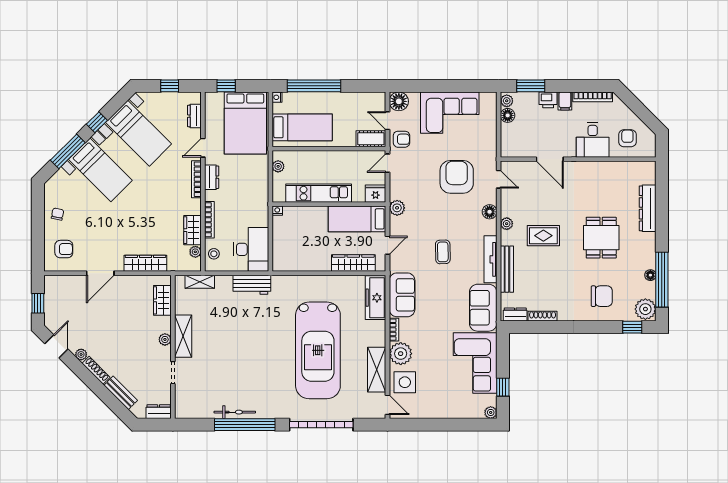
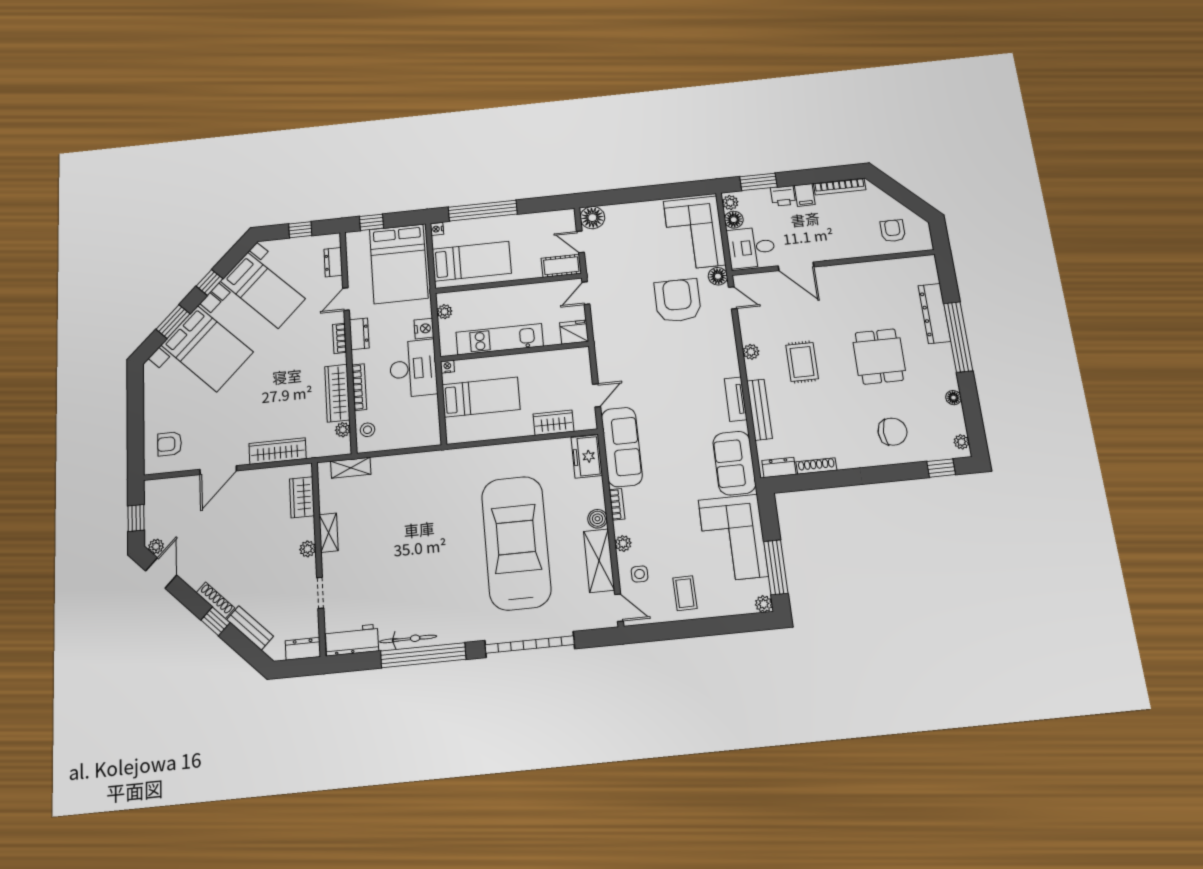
corner sofa: (450, 113) -> (694, 233), moved, turned 90
armchair: (401, 139) -> (601, 262), removed
desk: (593, 140) -> (751, 248), moved, turned 90
window: (68, 151) -> (173, 322), width x0.69
bed with nightstands: (100, 170) -> (207, 349), width x1.36
nightstand: (261, 178) -> (424, 329), added
bookcase: (196, 179) -> (340, 338), width x0.64
plant: (397, 208) -> (604, 347), removed
floor lamp: (490, 212) -> (718, 276), moved
chair: (58, 214) -> (161, 400), removed
bed: (357, 219) -> (481, 397), moved, turned 180
wardrobe: (192, 230) -> (337, 393), width x1.50
rug: (543, 236) -> (802, 362), turned 90
armchair: (64, 249) -> (170, 444), turned 180
desk: (251, 249) -> (413, 368), moved
coffee table: (443, 252) -> (685, 593), moved
tv unit: (490, 259) -> (736, 399), width x0.71
wardrobe: (353, 263) -> (553, 423), width x0.67
window: (662, 280) -> (958, 337), moved
workbench: (252, 285) -> (352, 640), moved, turned 180
sofa: (402, 295) -> (622, 447), width x1.36
freezer: (376, 298) -> (587, 456), width x0.71
plant: (645, 309) -> (961, 442), width x0.53, depth x0.53
shelving: (183, 336) -> (329, 533), width x0.67, depth x0.75
boiler: (379, 339) -> (597, 519), added
car: (318, 350) -> (516, 543), turned 180
plant: (81, 354) -> (156, 546), moved
plant: (401, 354) -> (623, 543), width x0.53, depth x0.53
side table: (405, 382) -> (640, 574), width x0.54, depth x0.54
window: (96, 386) -> (215, 621), added
window: (503, 387) -> (776, 567), width x2.17

